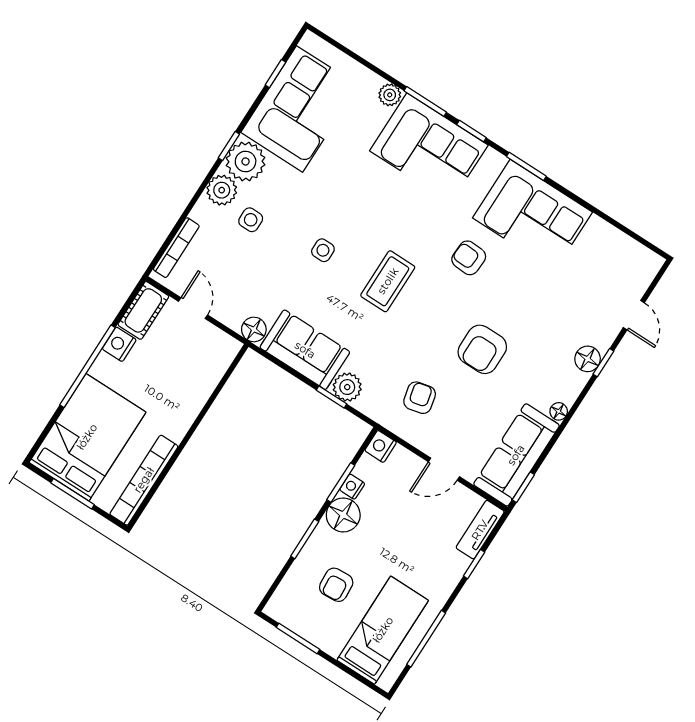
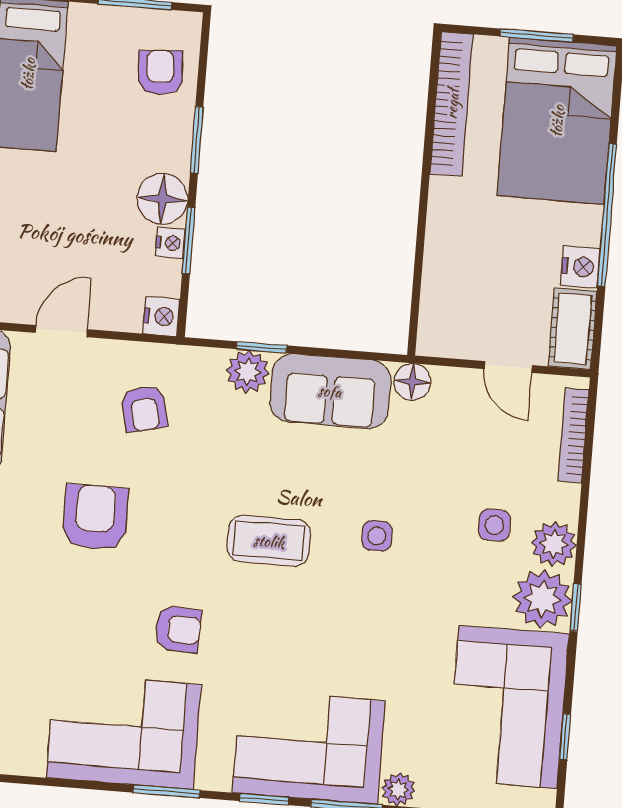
coffee table: (388, 281) -> (269, 541), turned 90
armchair: (336, 585) -> (160, 72), moved

